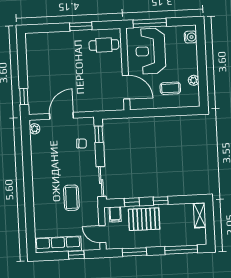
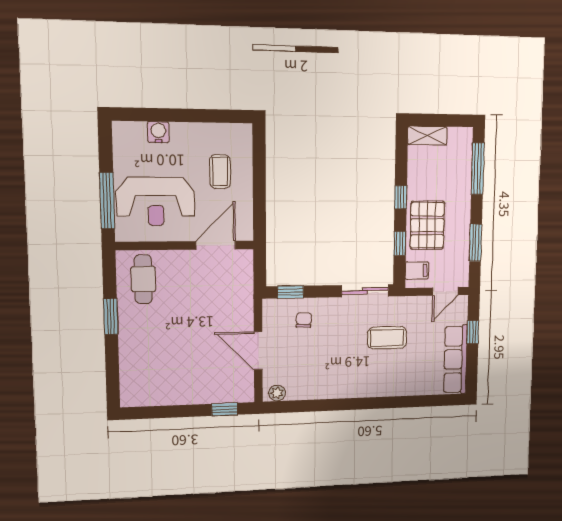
water cooler: (191, 37) -> (158, 132), moved
plant: (194, 80) -> (208, 131), removed

